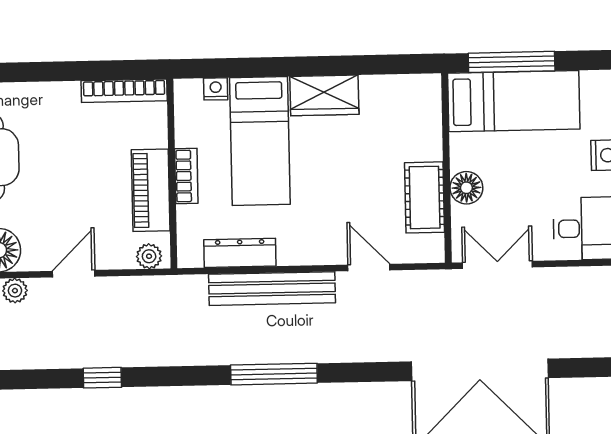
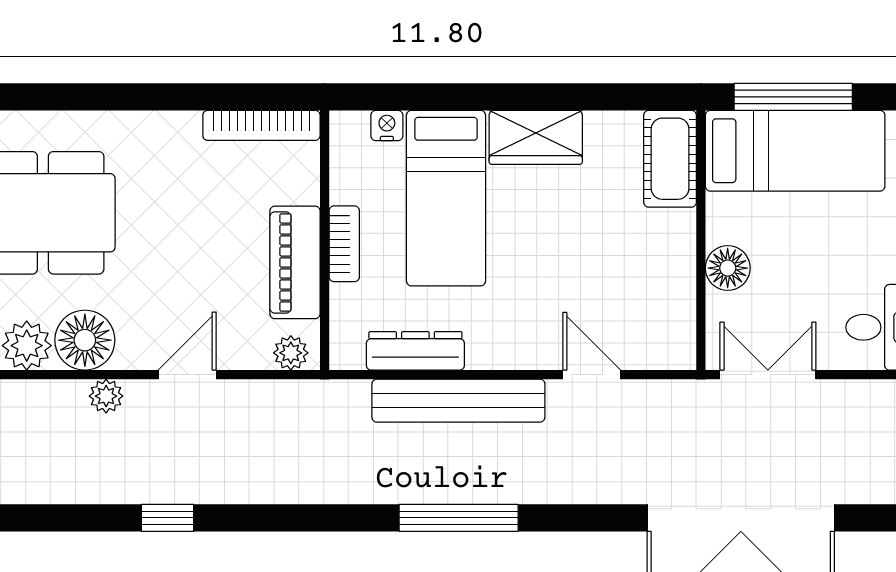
cot: (425, 197) -> (670, 159), moved
window: (102, 378) -> (168, 518), moved

